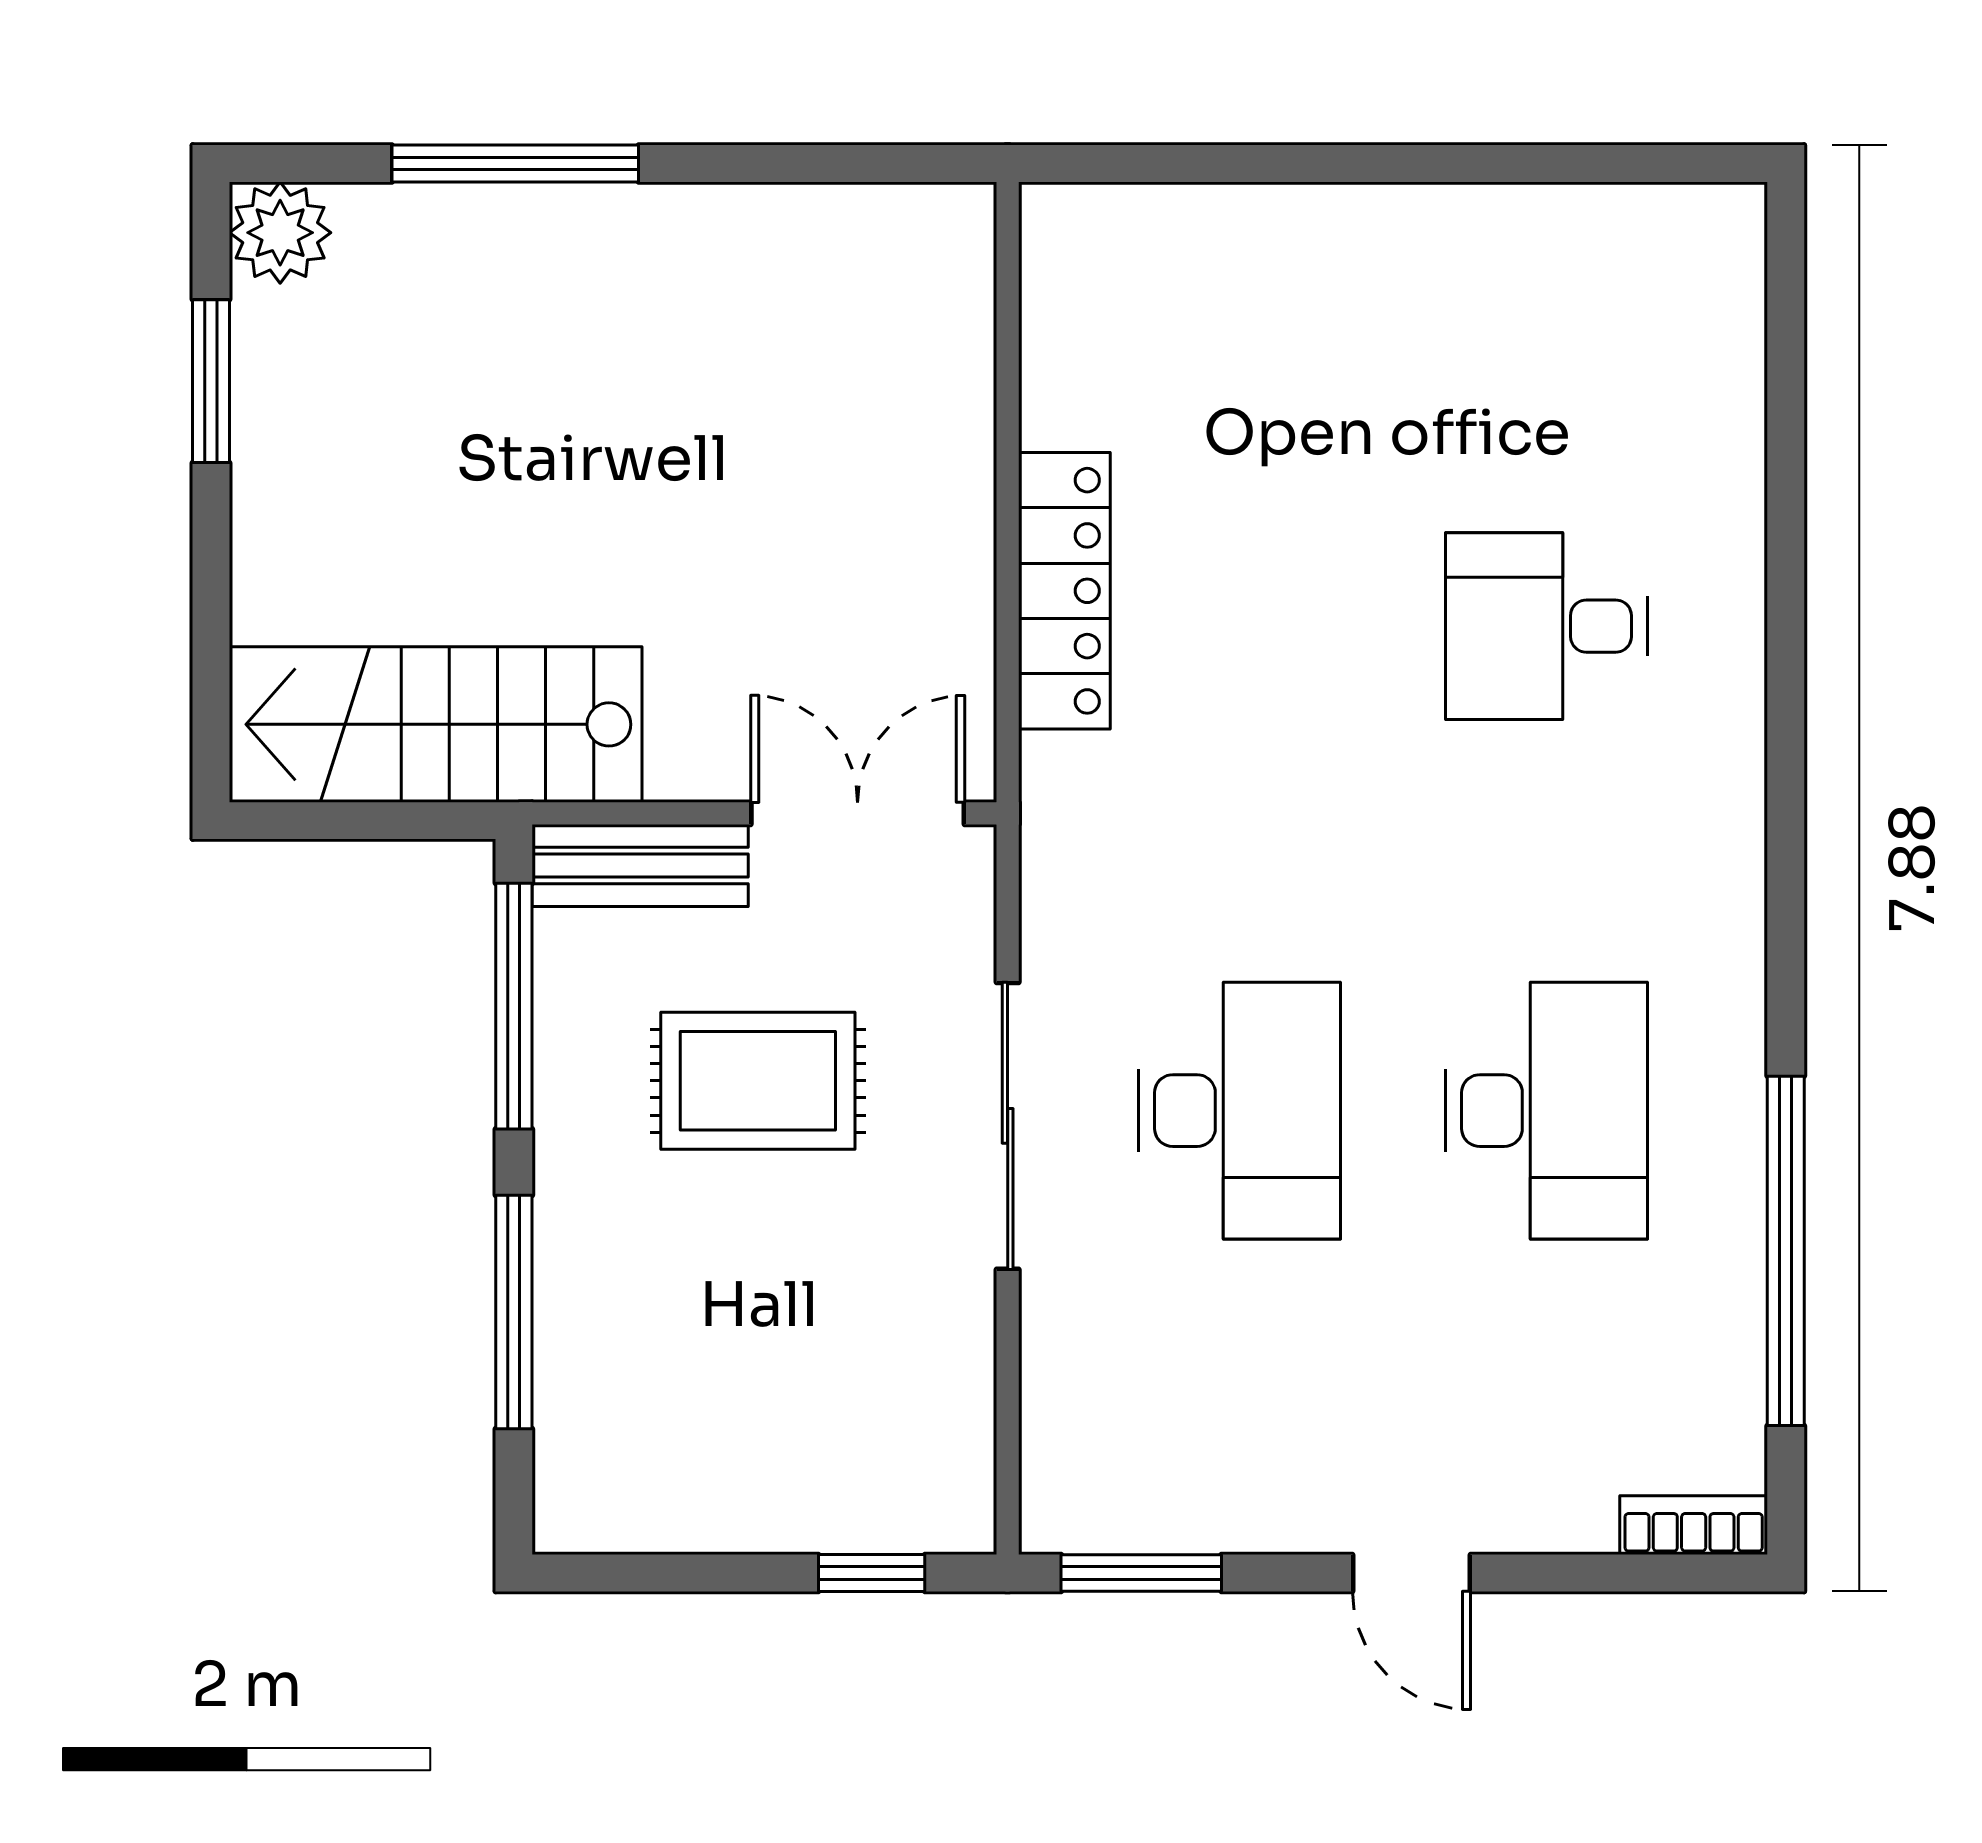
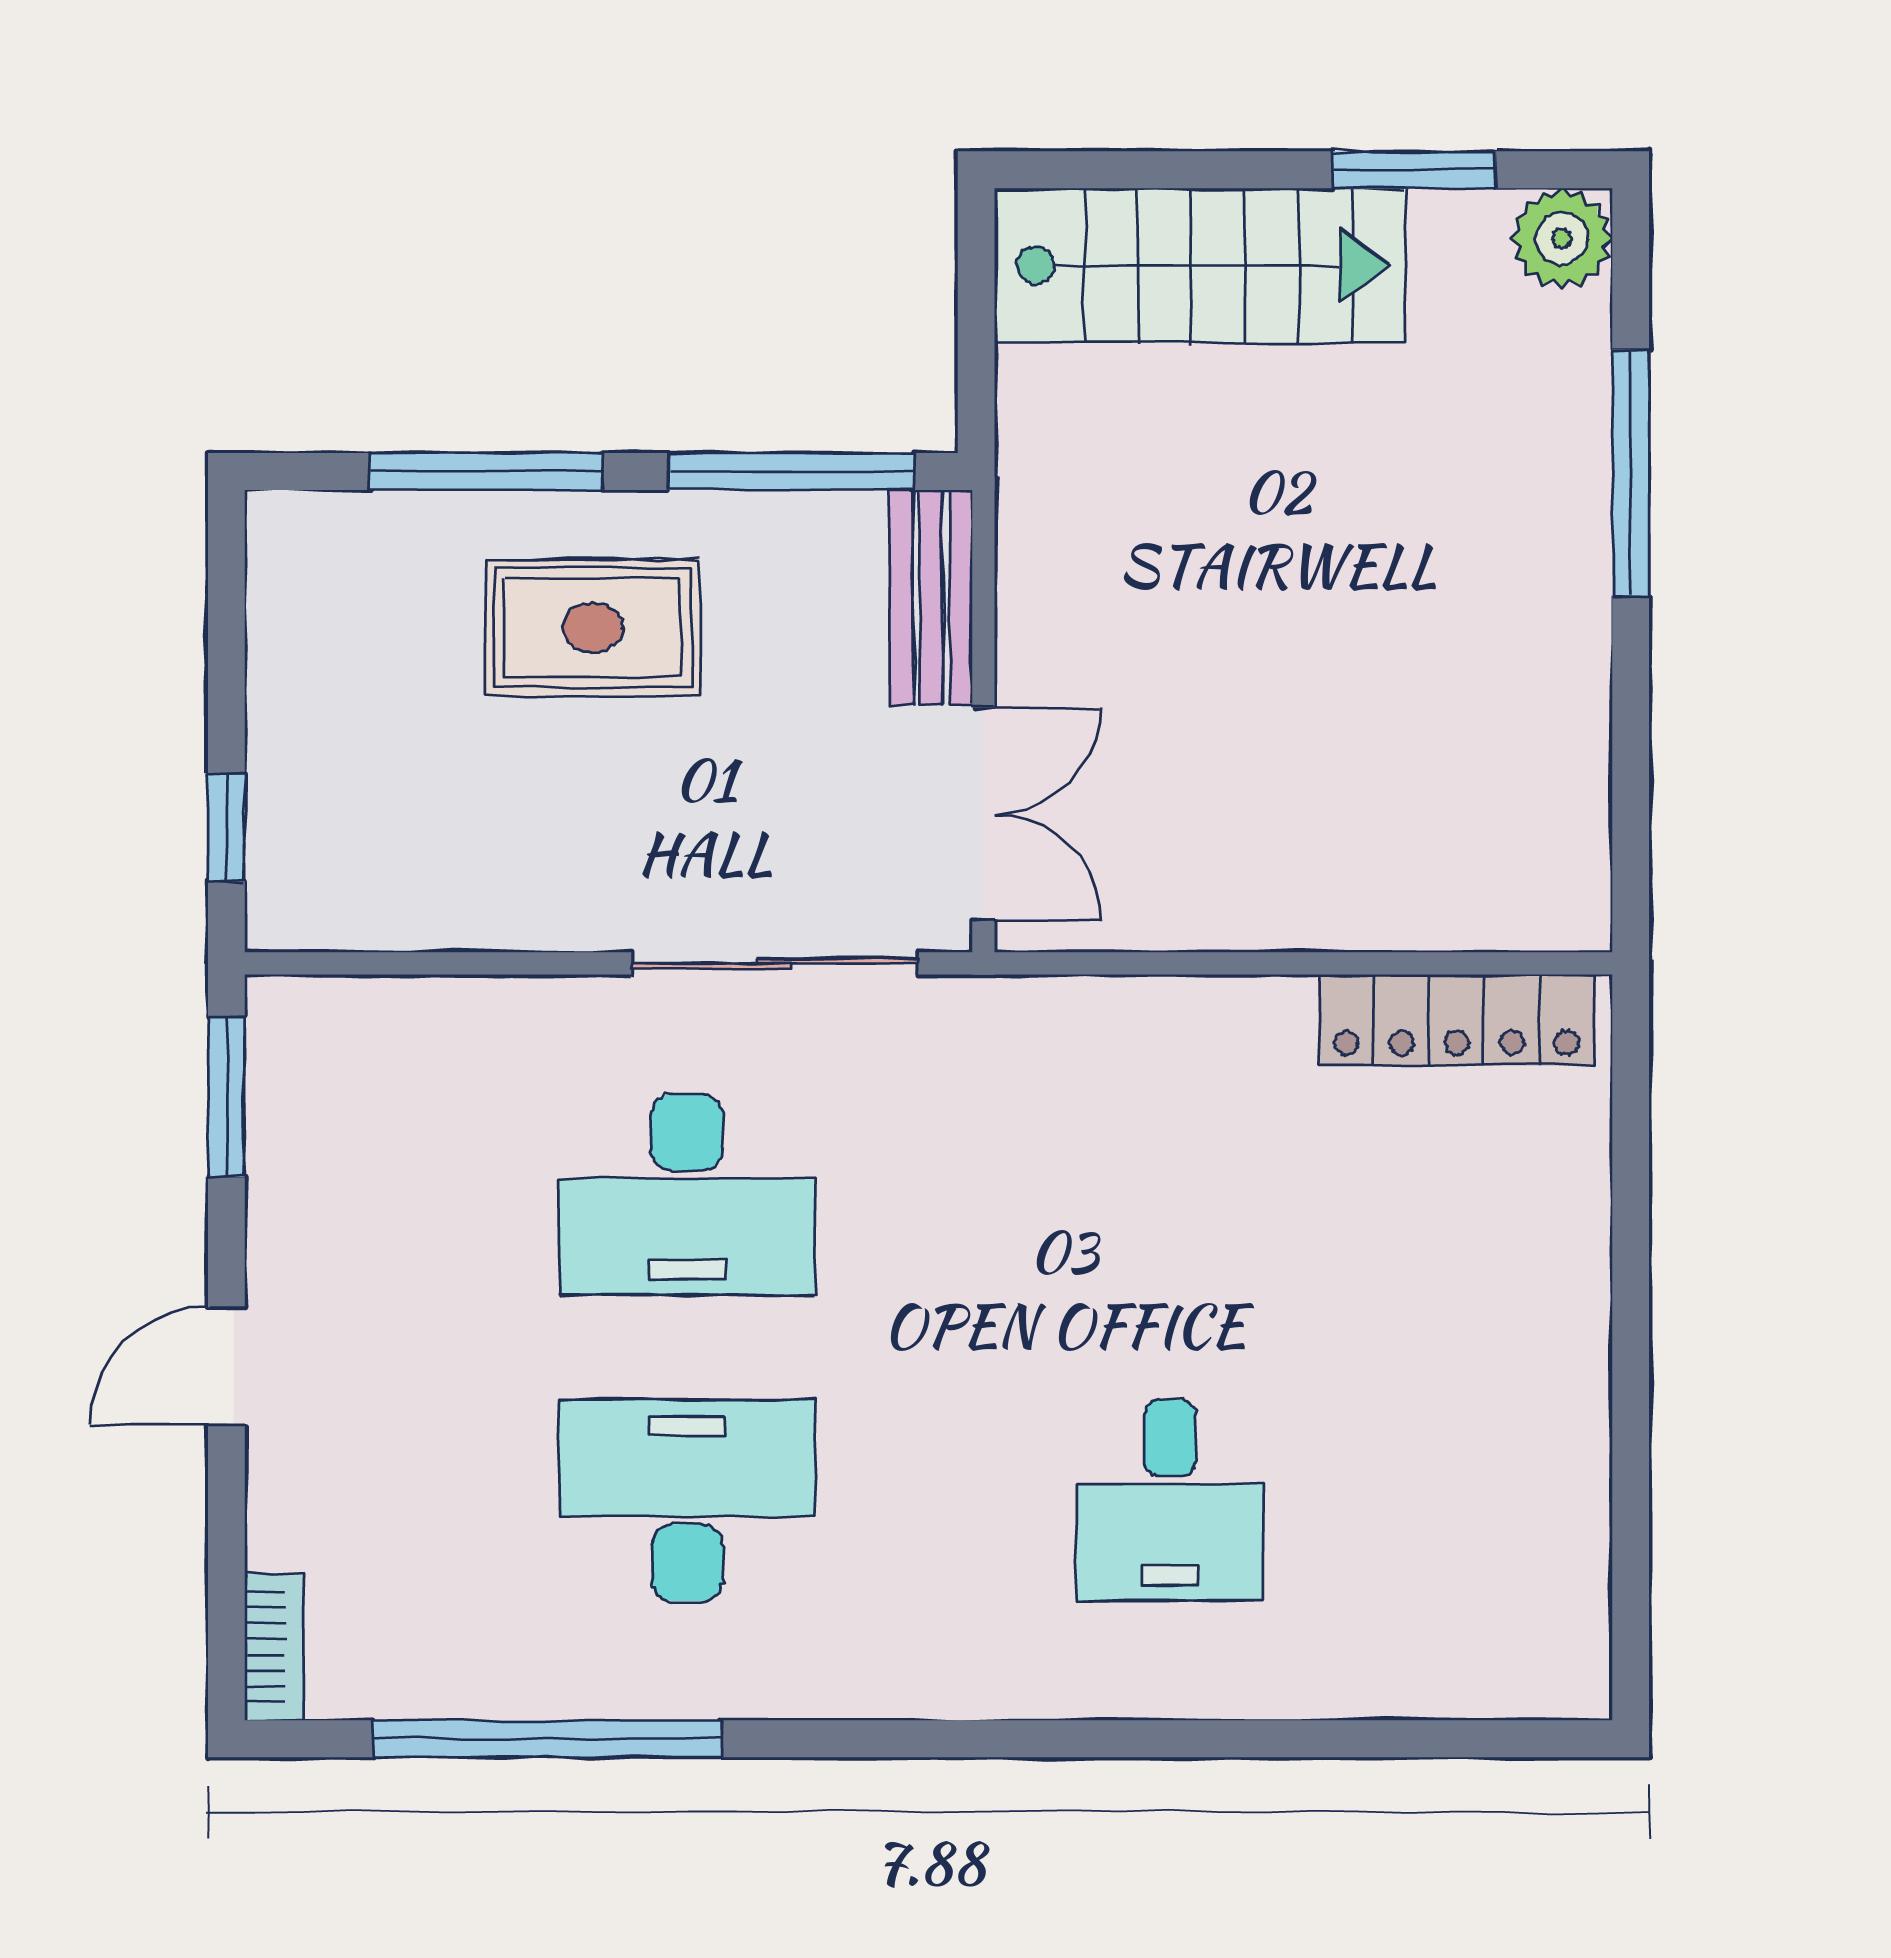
locker: (1064, 591) -> (1457, 1020), moved
desk: (1546, 626) -> (1170, 1500), turned 180
stairs: (436, 724) -> (1200, 266), moved, turned 90
rug: (758, 1081) -> (593, 627), moved, turned 90
desk: (1546, 1111) -> (687, 1500), turned 180
sliding door: (1008, 1126) -> (775, 963), moved

